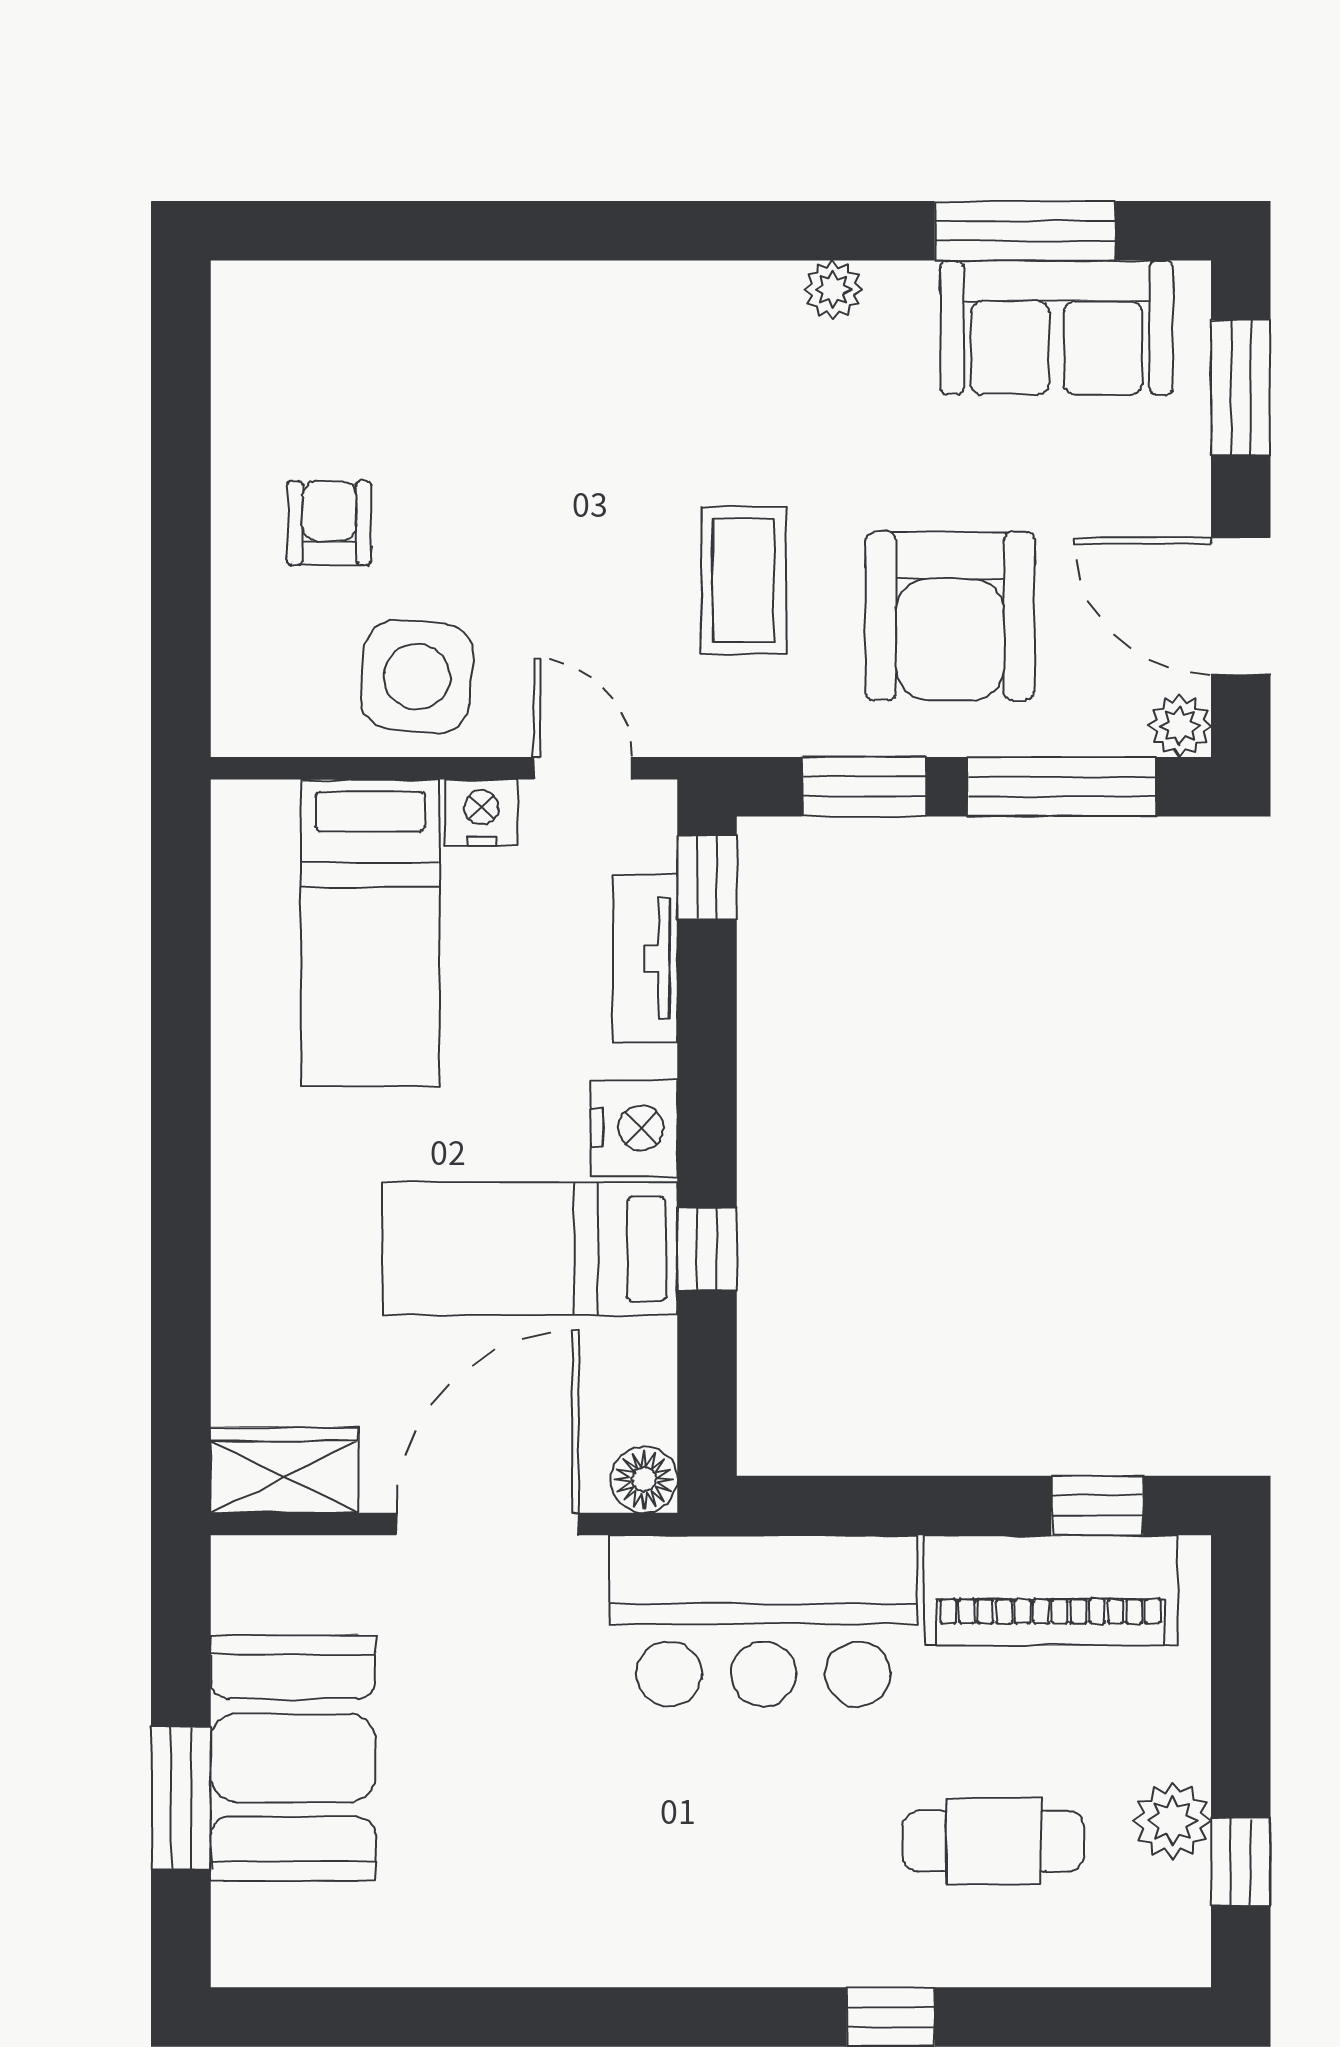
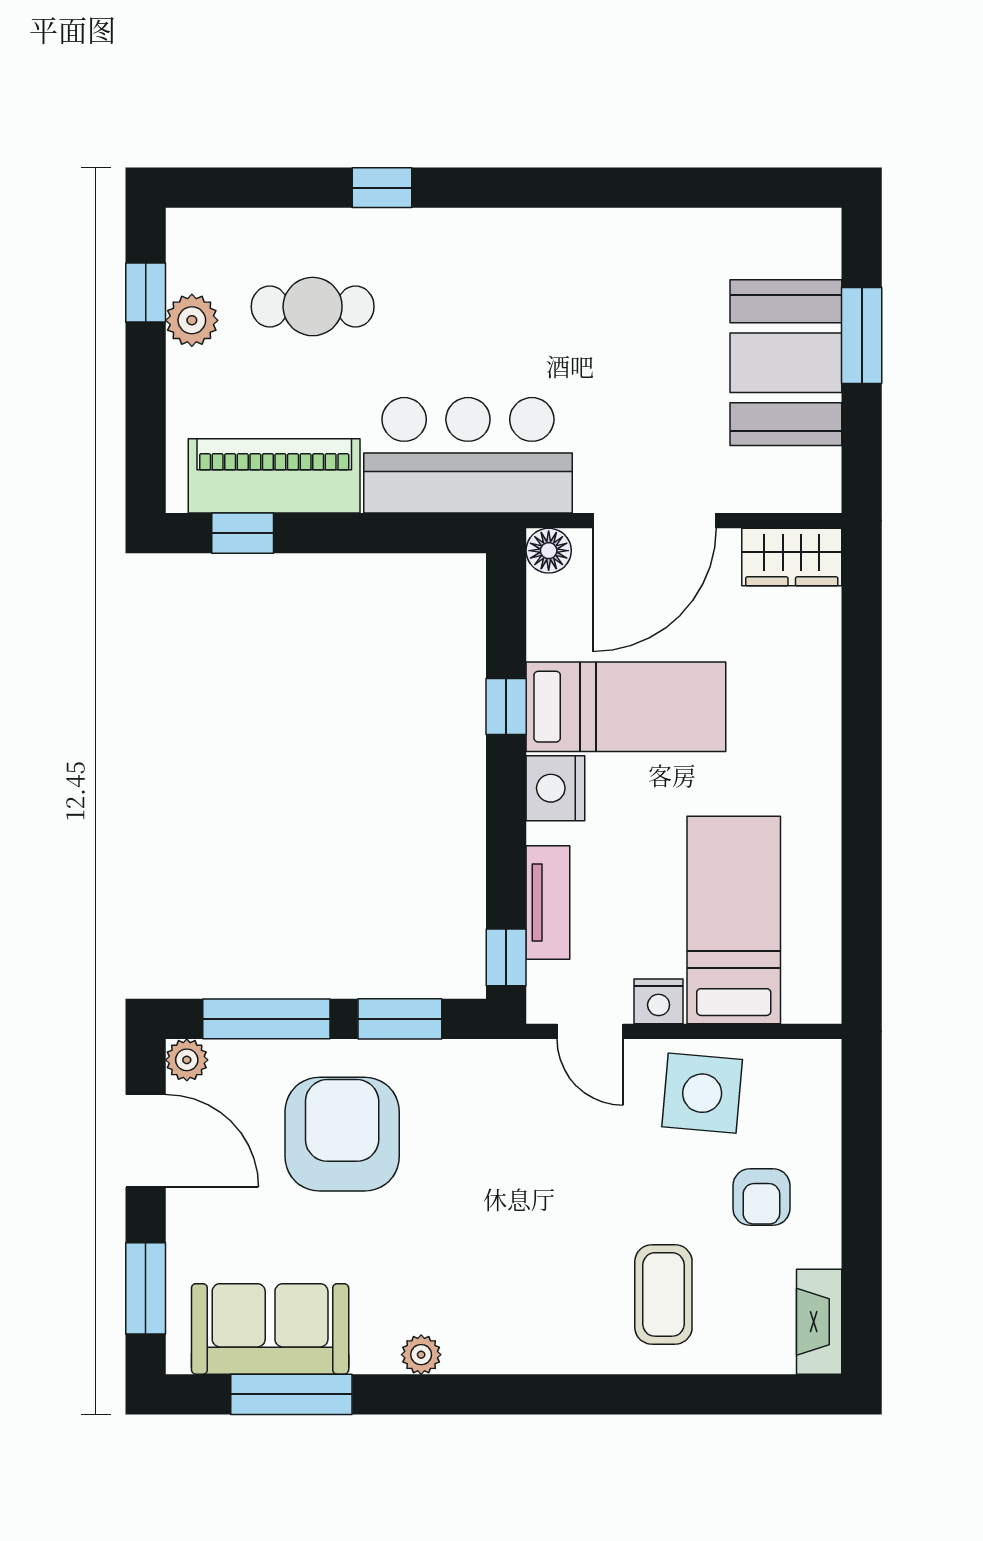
fireplace: (244, 338) -> (819, 1322), added
coffee table: (743, 581) -> (663, 1294), moved

